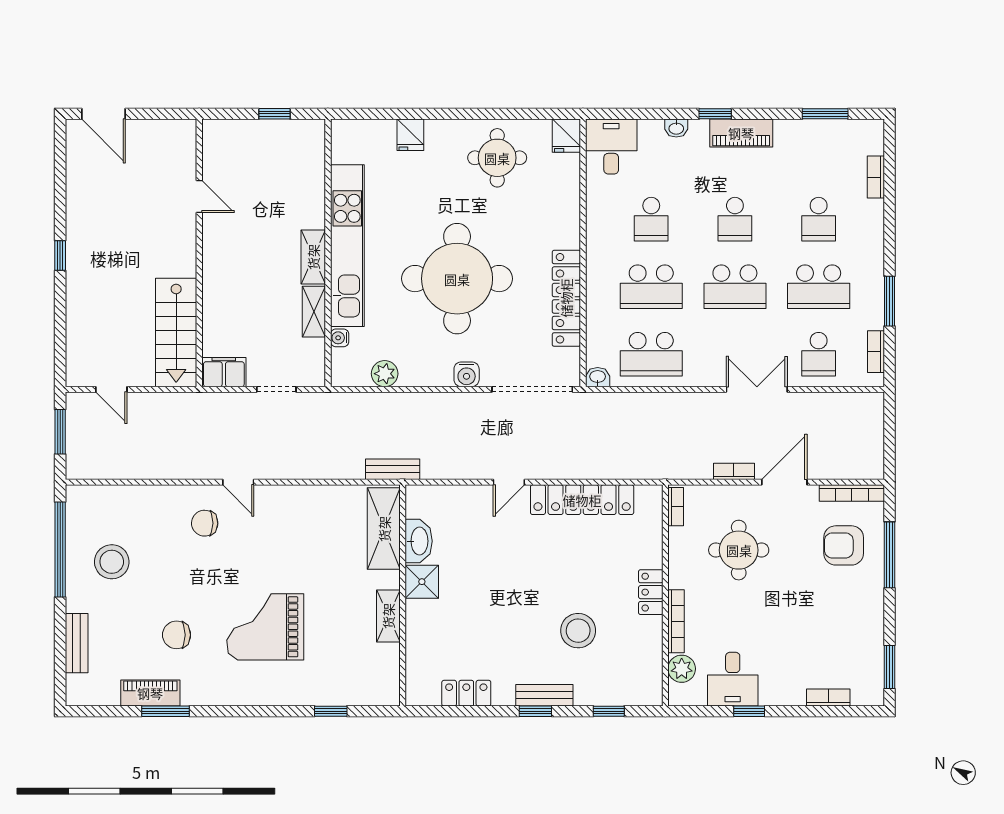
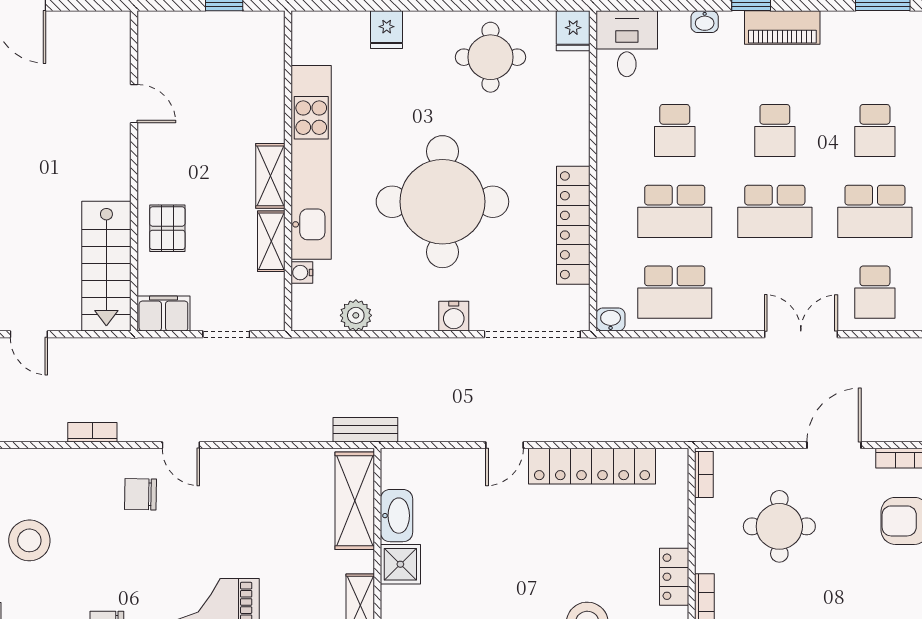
pallet: (227, 301) -> (167, 228), added
bookcase: (734, 471) -> (92, 432), moved

